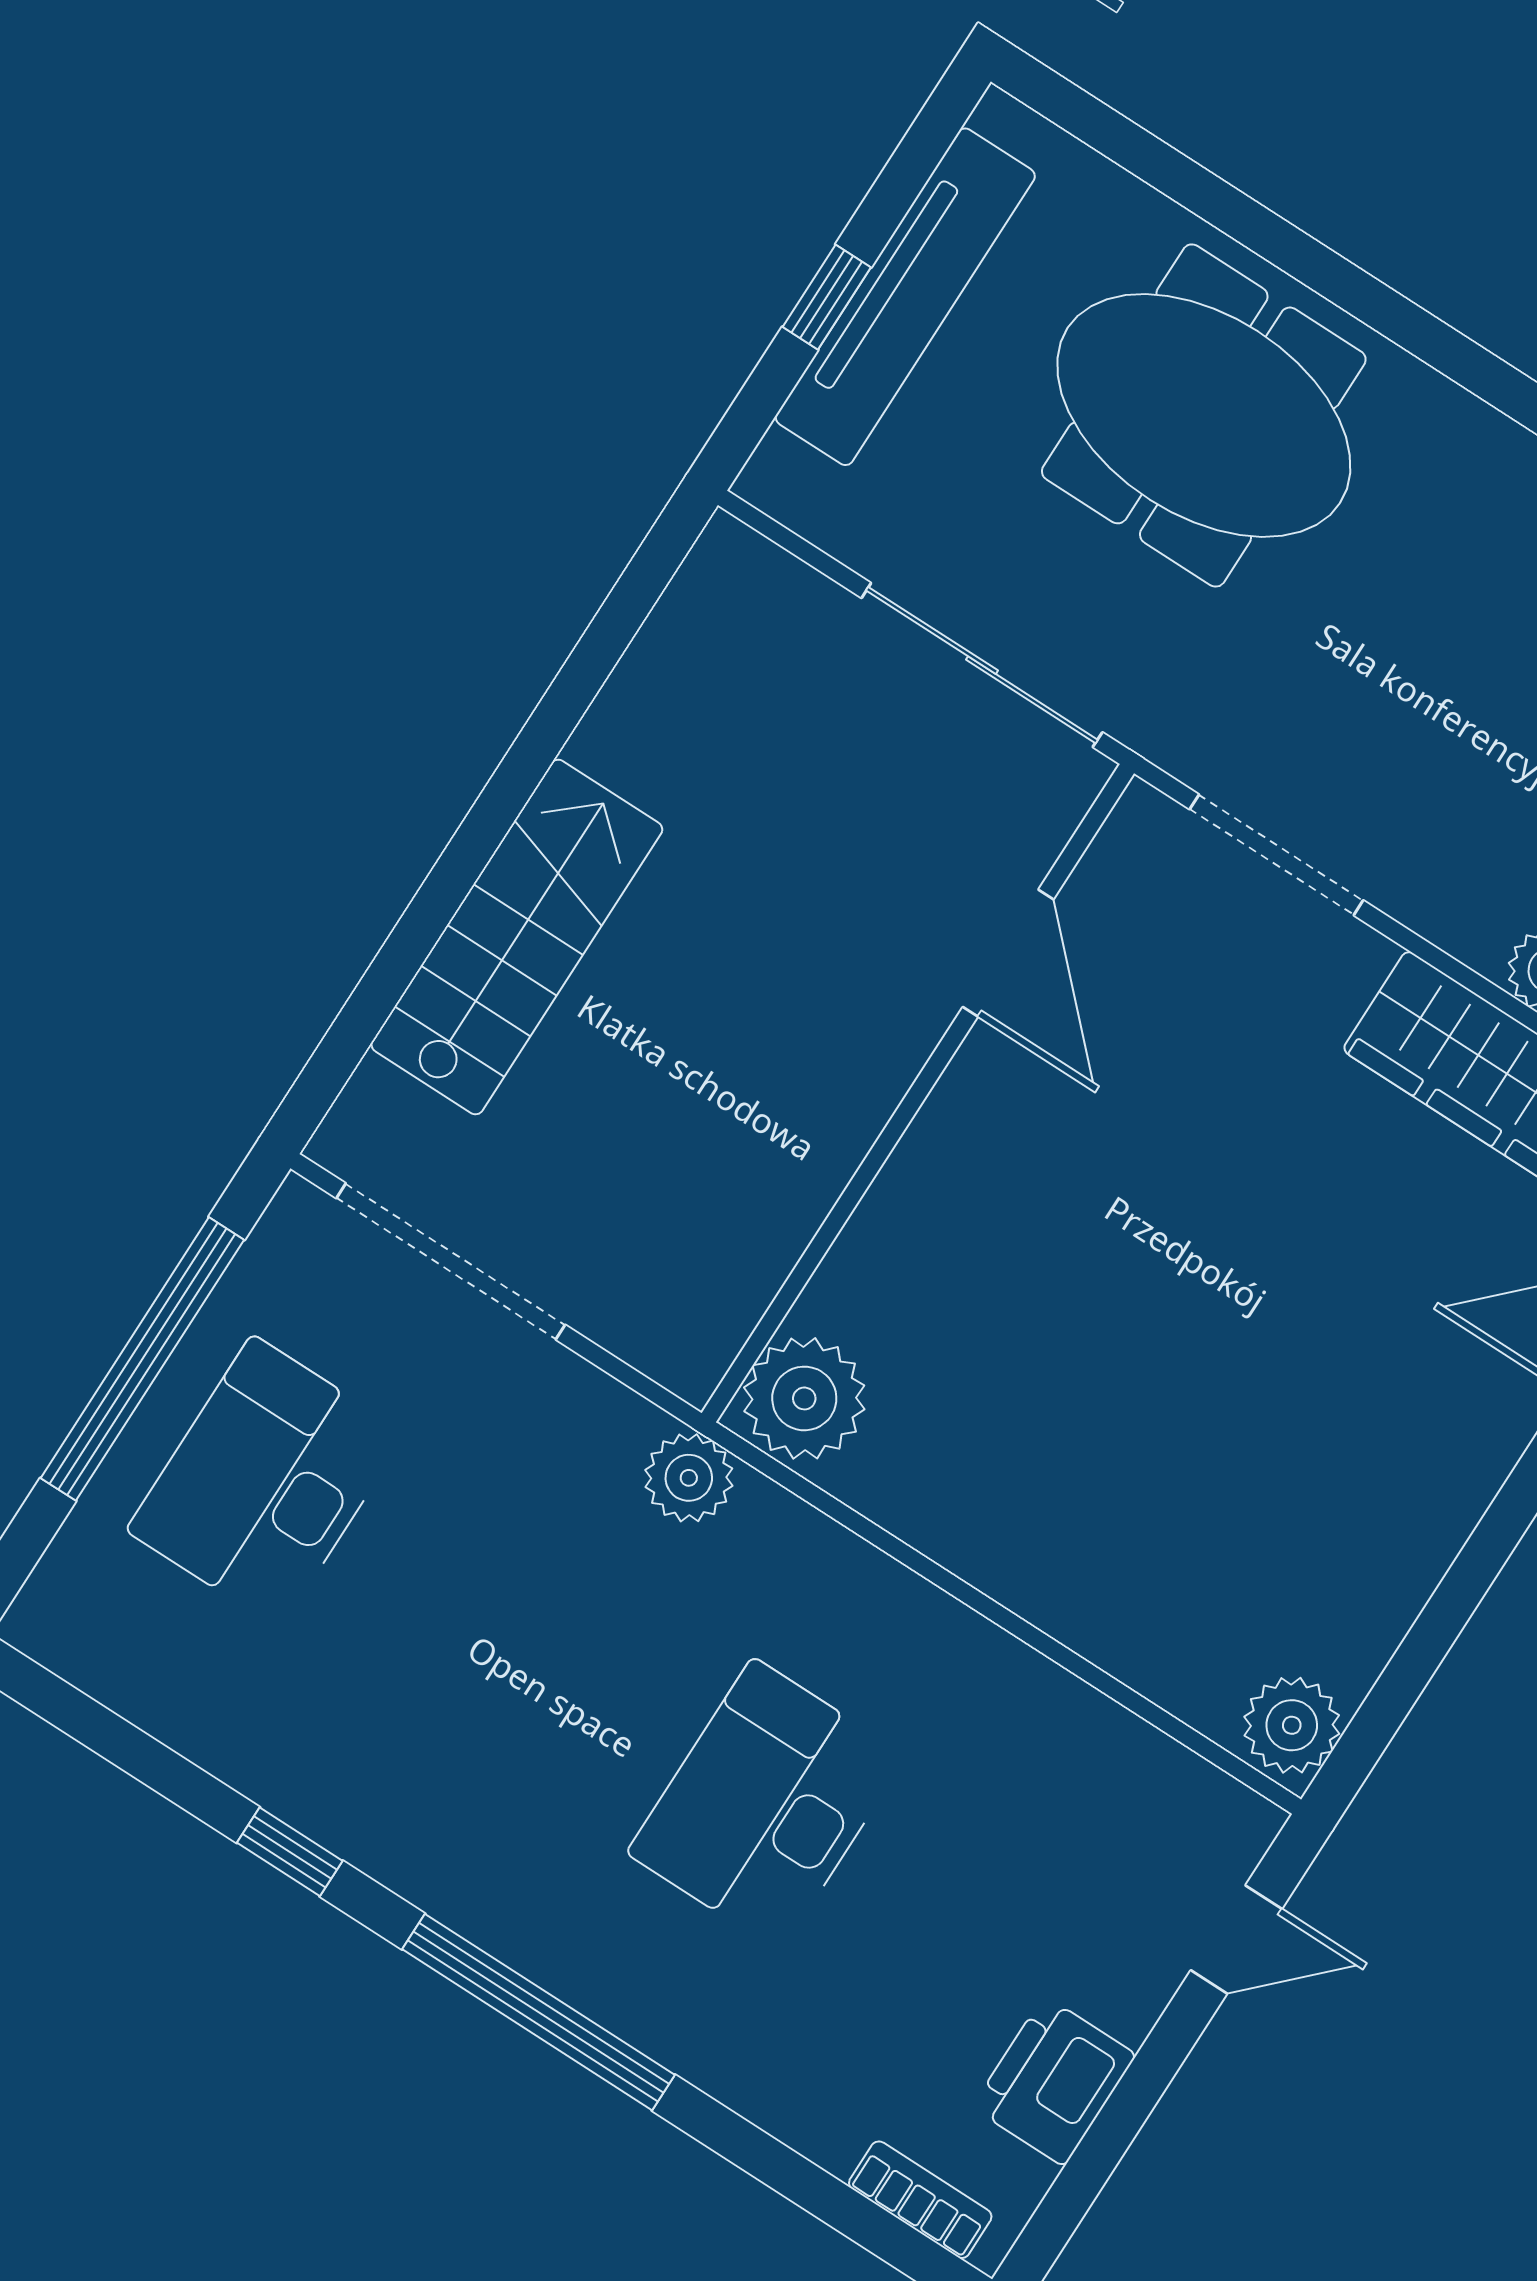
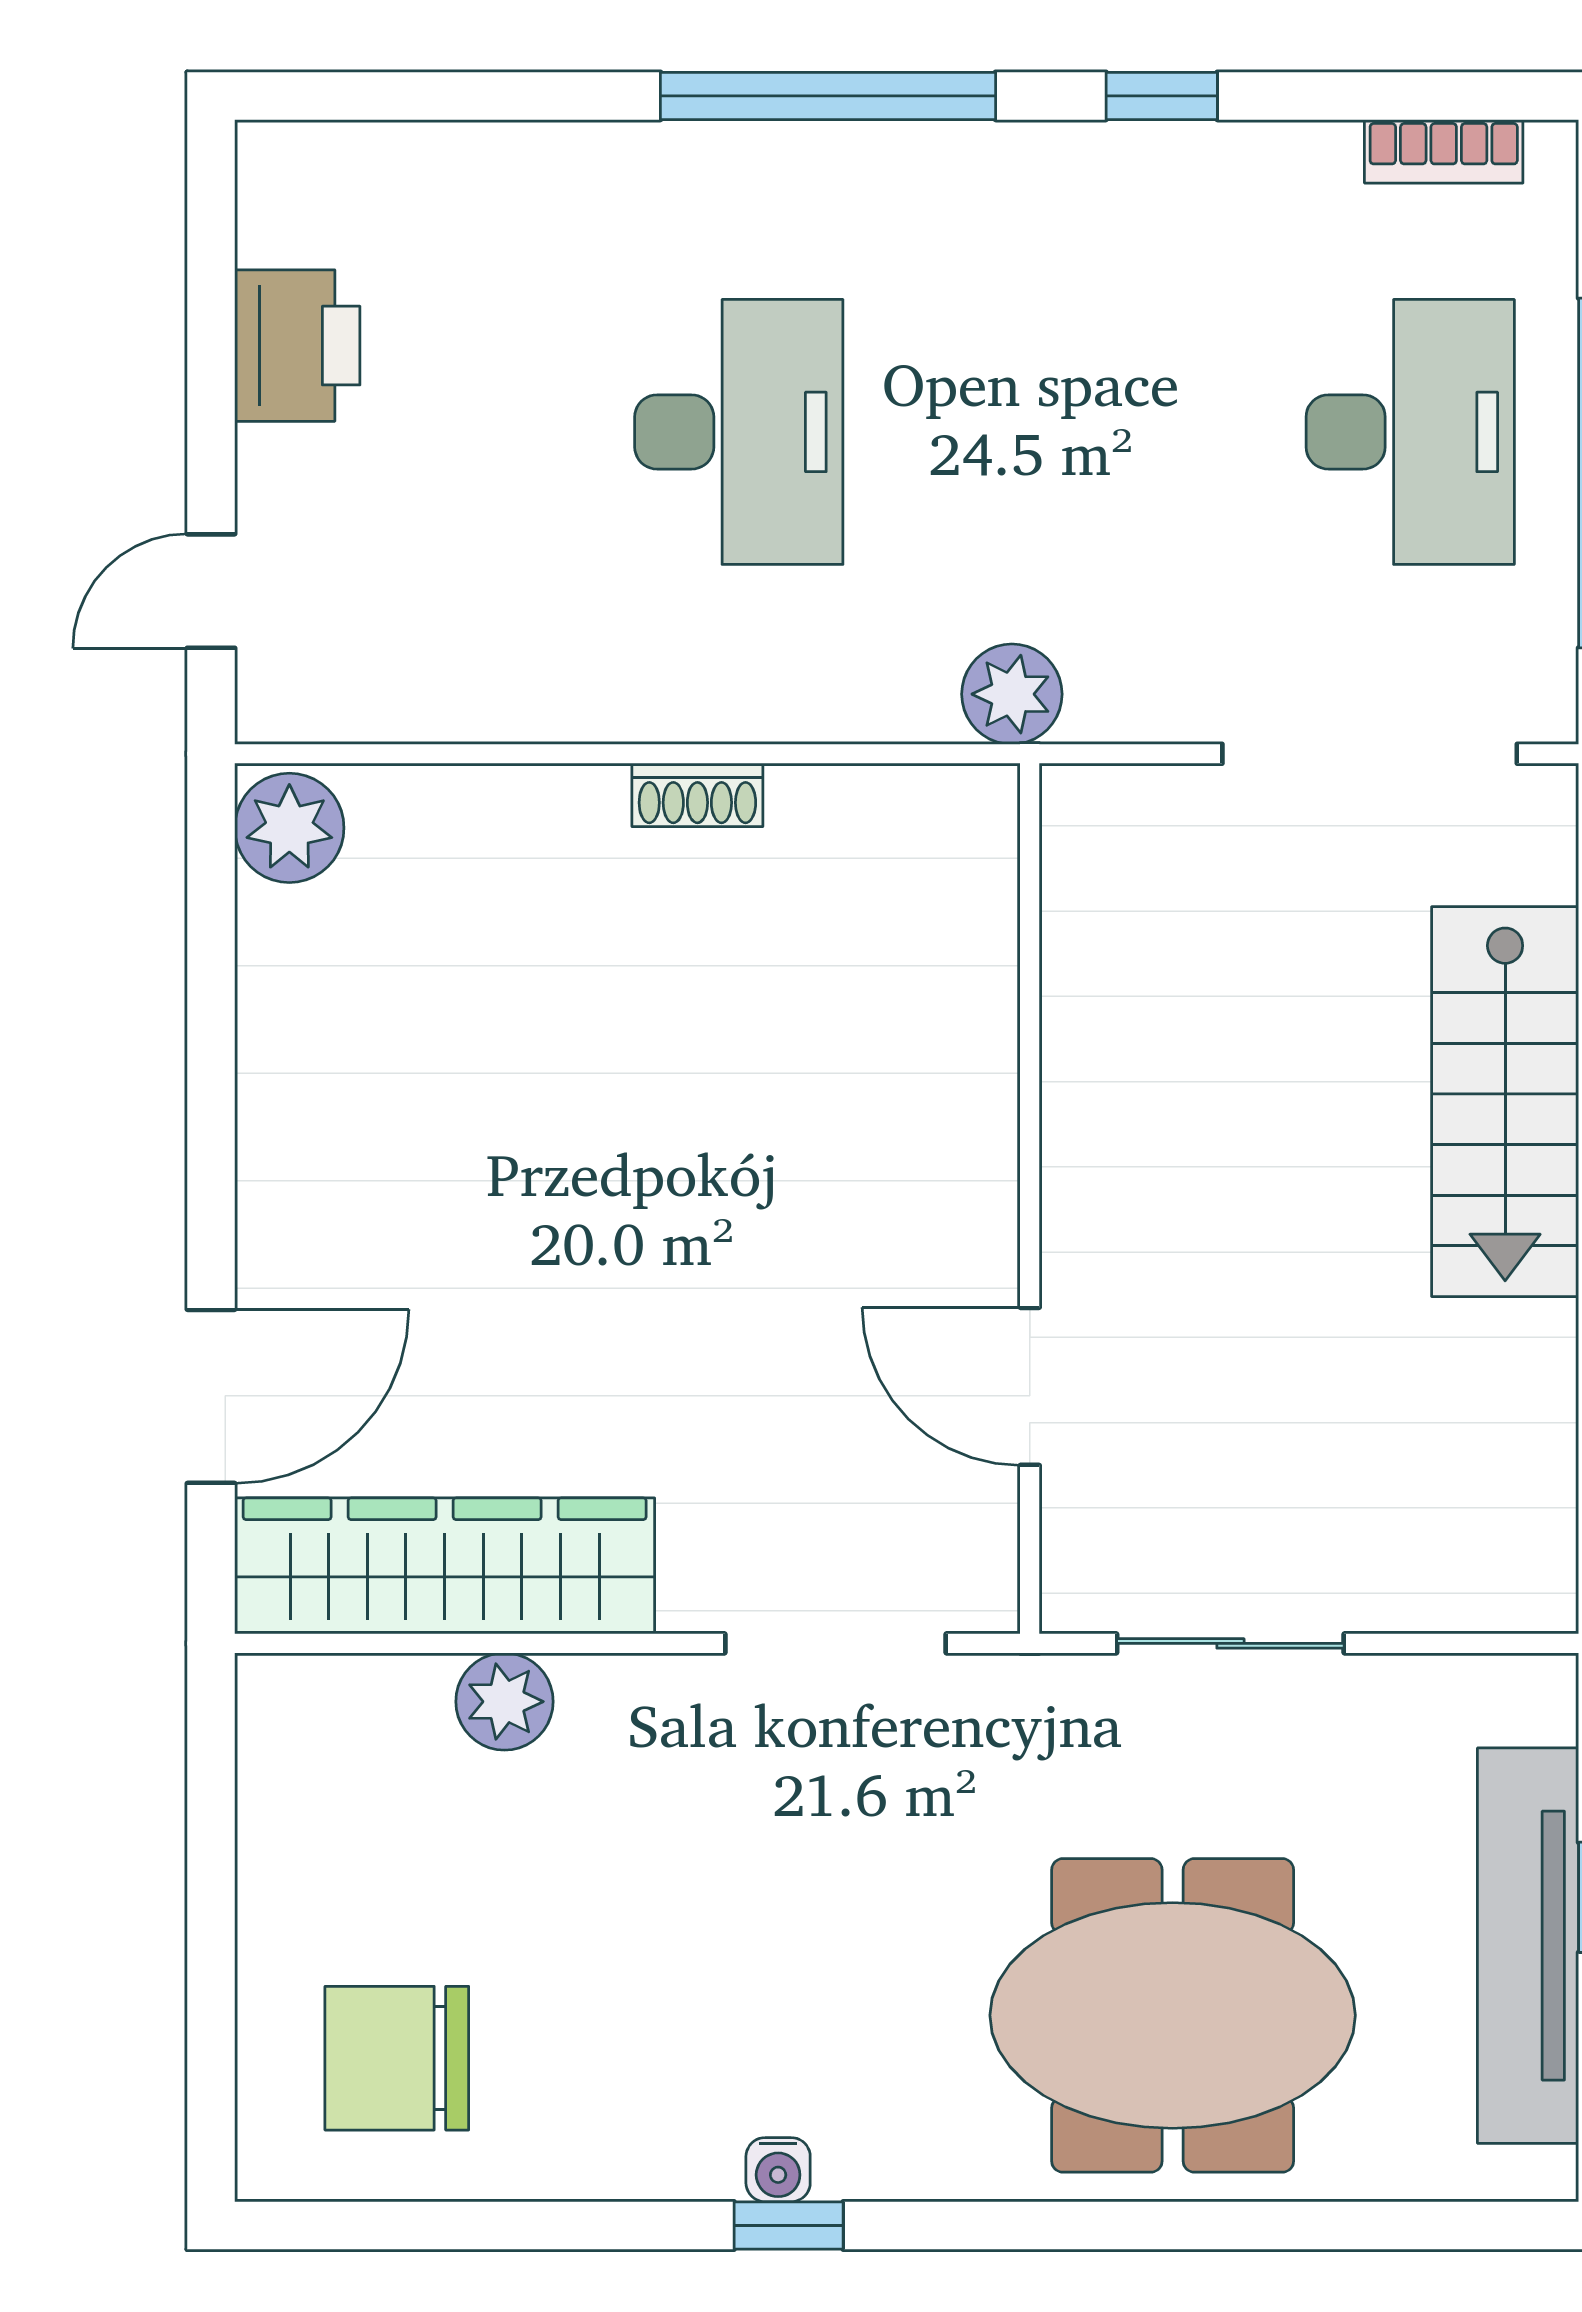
sliding door: (982, 665) -> (1230, 1643), width x0.73
plant: (804, 1398) -> (951, 840), removed
shoe rack: (972, 1554) -> (697, 795), added
bookcase: (920, 2200) -> (1444, 151), moved

